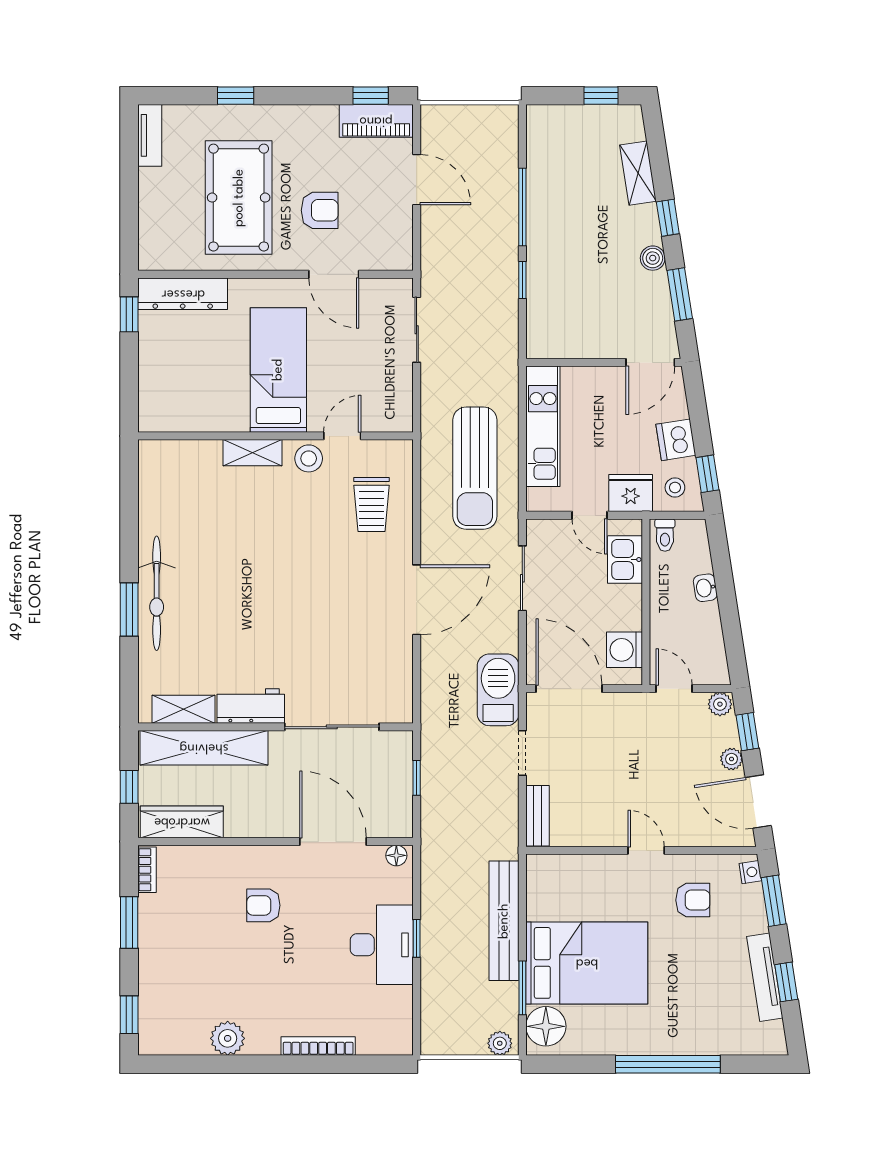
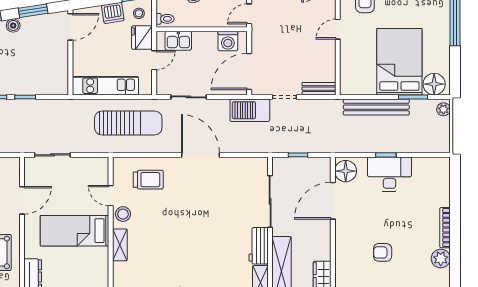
door: (650, 362) -> (70, 27), hinge flipped
floor lamp: (396, 855) -> (346, 171), width x1.89, depth x1.89
armchair: (263, 905) -> (383, 252), moved, turned 90
bookcase: (318, 1046) -> (445, 228), moved

